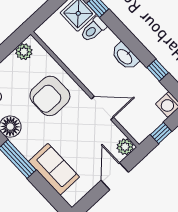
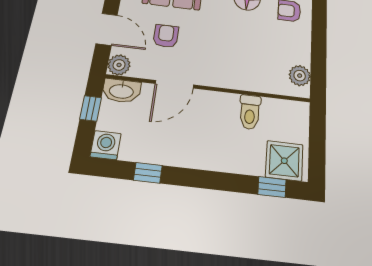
toilet: (93, 29) -> (250, 112), moved, turned 180
washbasin: (125, 56) -> (121, 91), moved, turned 180
armchair: (50, 96) -> (166, 36), moved, width x0.53, depth x0.53

